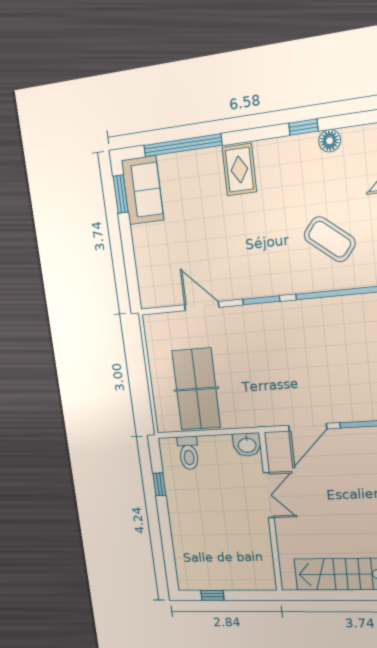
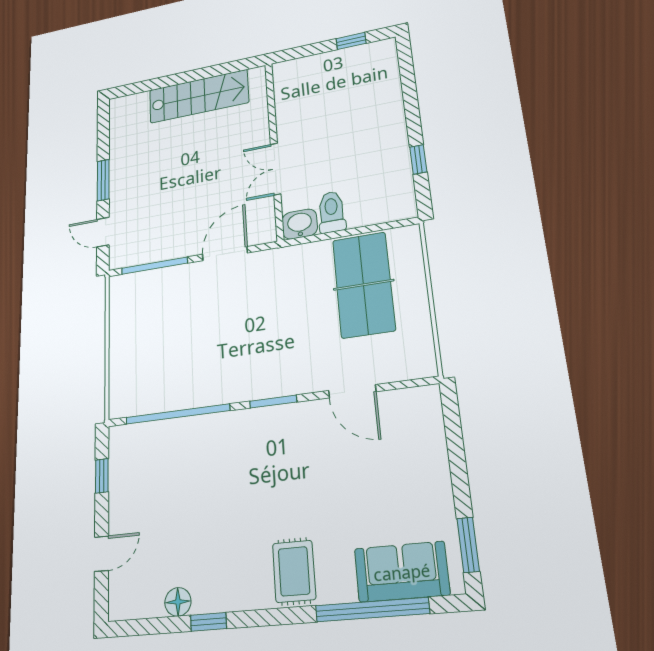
sofa: (143, 190) -> (402, 572), moved, turned 90
coffee table: (330, 239) -> (186, 479), removed
toilet: (189, 453) -> (332, 212), moved

